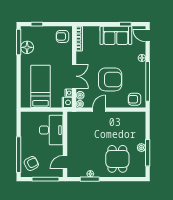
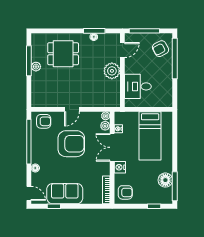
armchair: (110, 79) -> (71, 144), turned 180
nightstand: (67, 102) -> (120, 167), moved
door: (99, 110) -> (72, 109), moved
desk: (51, 130) -> (138, 86), width x0.73
plant: (74, 144) -> (112, 71), added
dining table: (117, 159) -> (63, 54), turned 90

